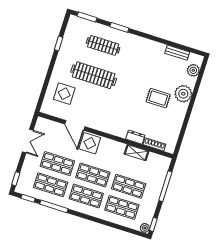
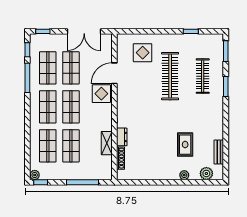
plant: (183, 94) -> (184, 175), width x0.53, depth x0.53
rug: (158, 98) -> (185, 145), moved
double door: (28, 141) -> (84, 31), width x1.37

